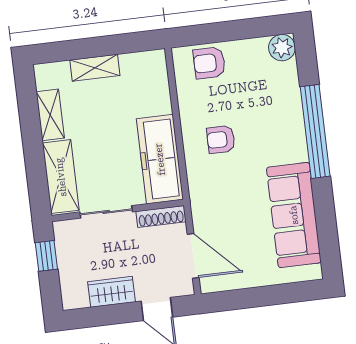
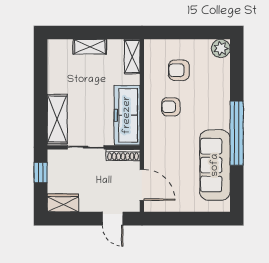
armchair: (209, 63) -> (179, 70), moved
shelving: (50, 115) -> (132, 57), moved
window: (315, 131) -> (237, 133), moved
wardrobe: (111, 292) -> (63, 203), moved

